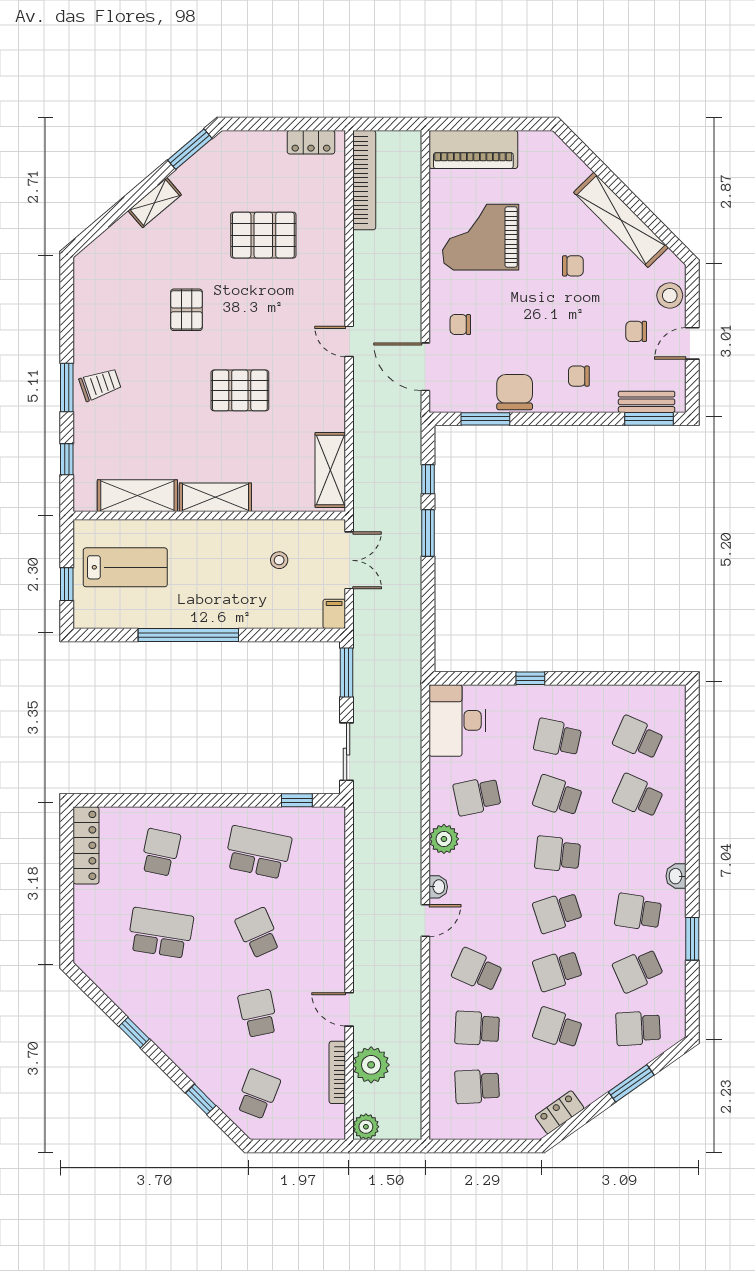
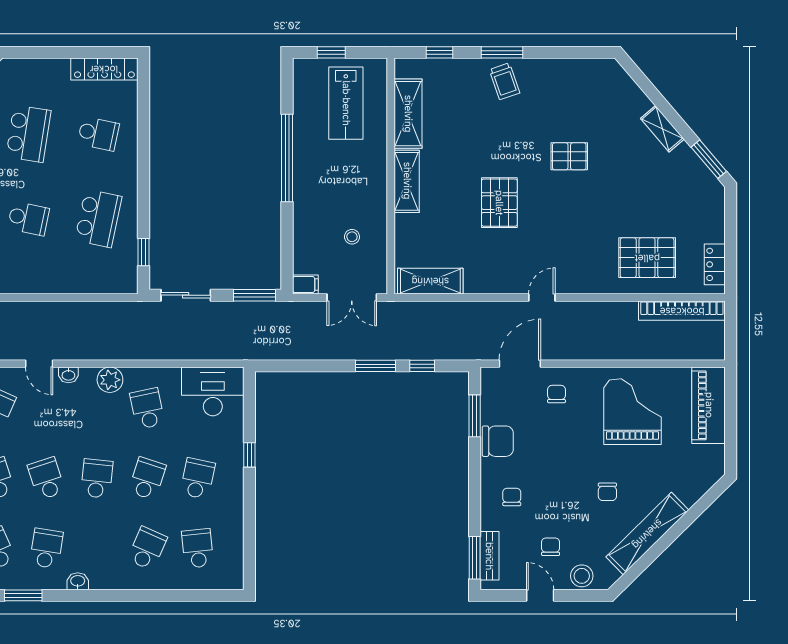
pallet: (263, 235) -> (647, 258), moved, turned 90
school desk: (638, 738) -> (198, 548), turned -30
school desk: (258, 933) -> (28, 218), turned 36

